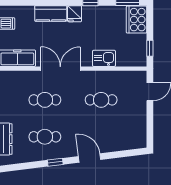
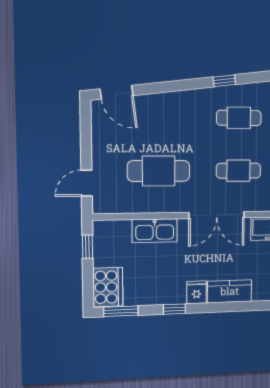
kitchen sink: (104, 58) -> (155, 231), width x1.38
cafe table: (101, 100) -> (159, 171), width x1.37, depth x1.35
door: (90, 158) -> (117, 92), moved

